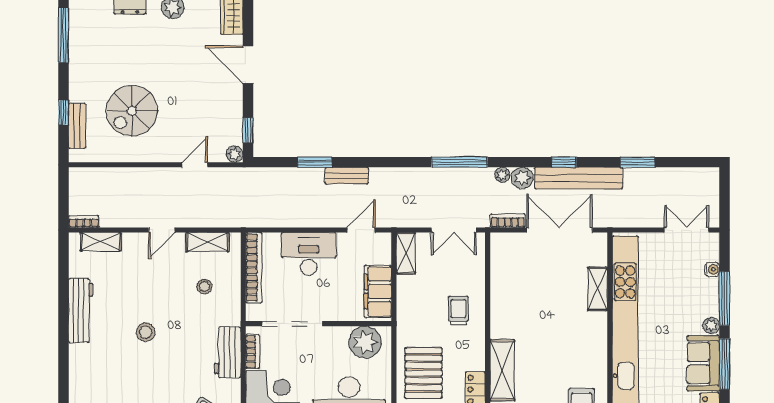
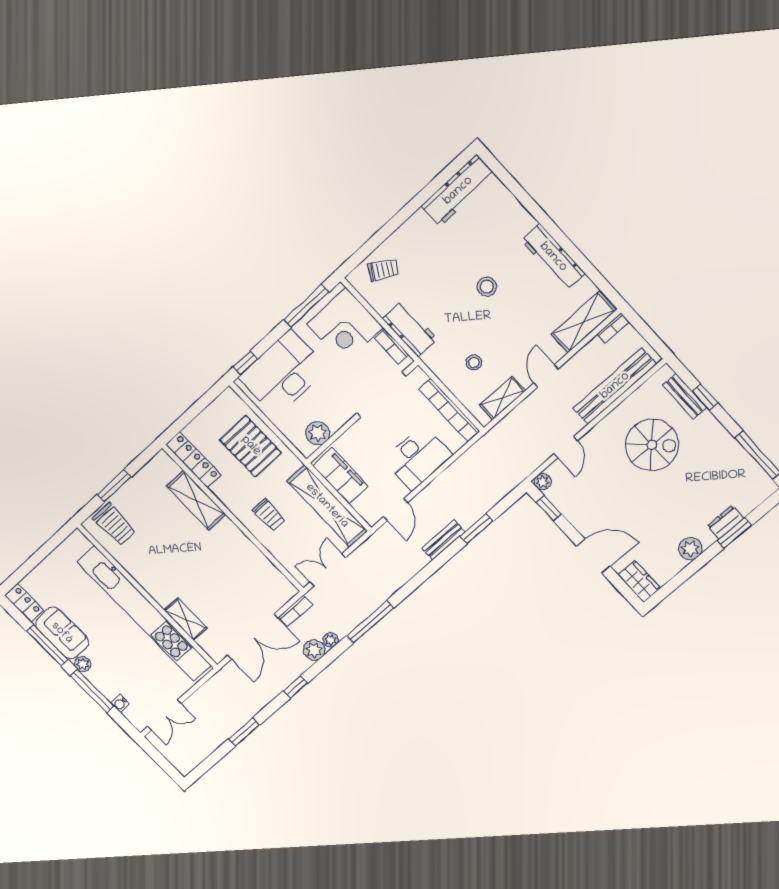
spiral stairs: (132, 111) -> (652, 445), turned 90
bench: (579, 178) -> (615, 386), moved
shelving: (101, 242) -> (584, 322), width x1.50, depth x1.33
shelving: (406, 253) -> (327, 506), width x2.20, depth x1.33
plant: (365, 342) -> (318, 433), width x0.73, depth x0.73

